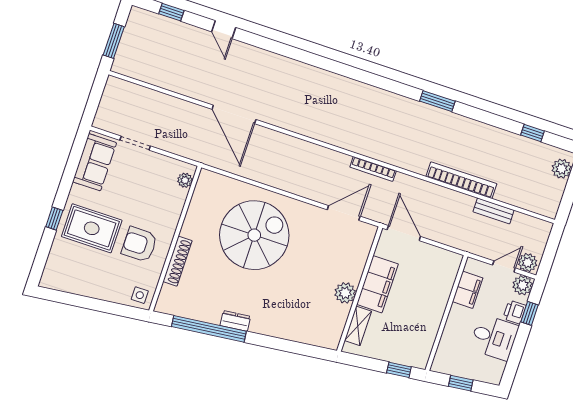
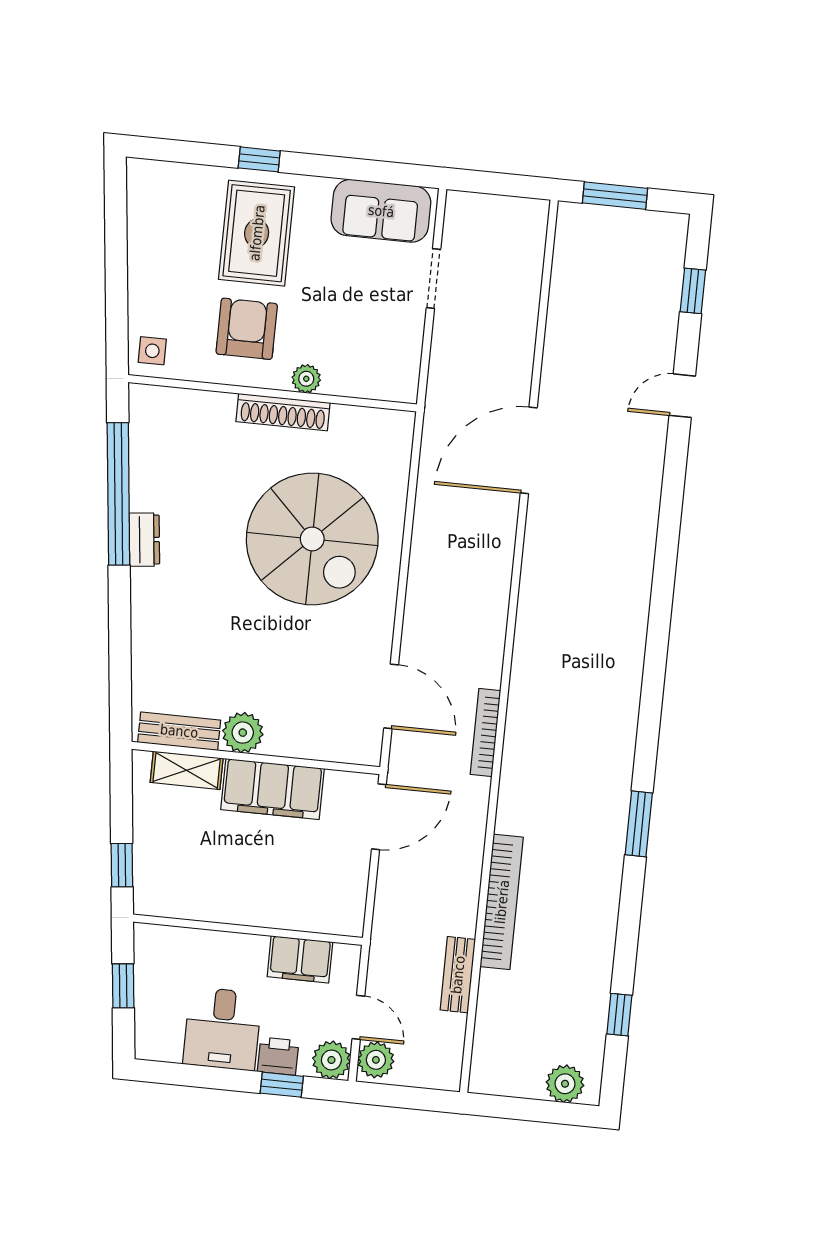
plant: (185, 180) -> (306, 379), moved
shoe rack: (178, 261) -> (283, 412), moved
bench: (337, 325) -> (179, 731), added

